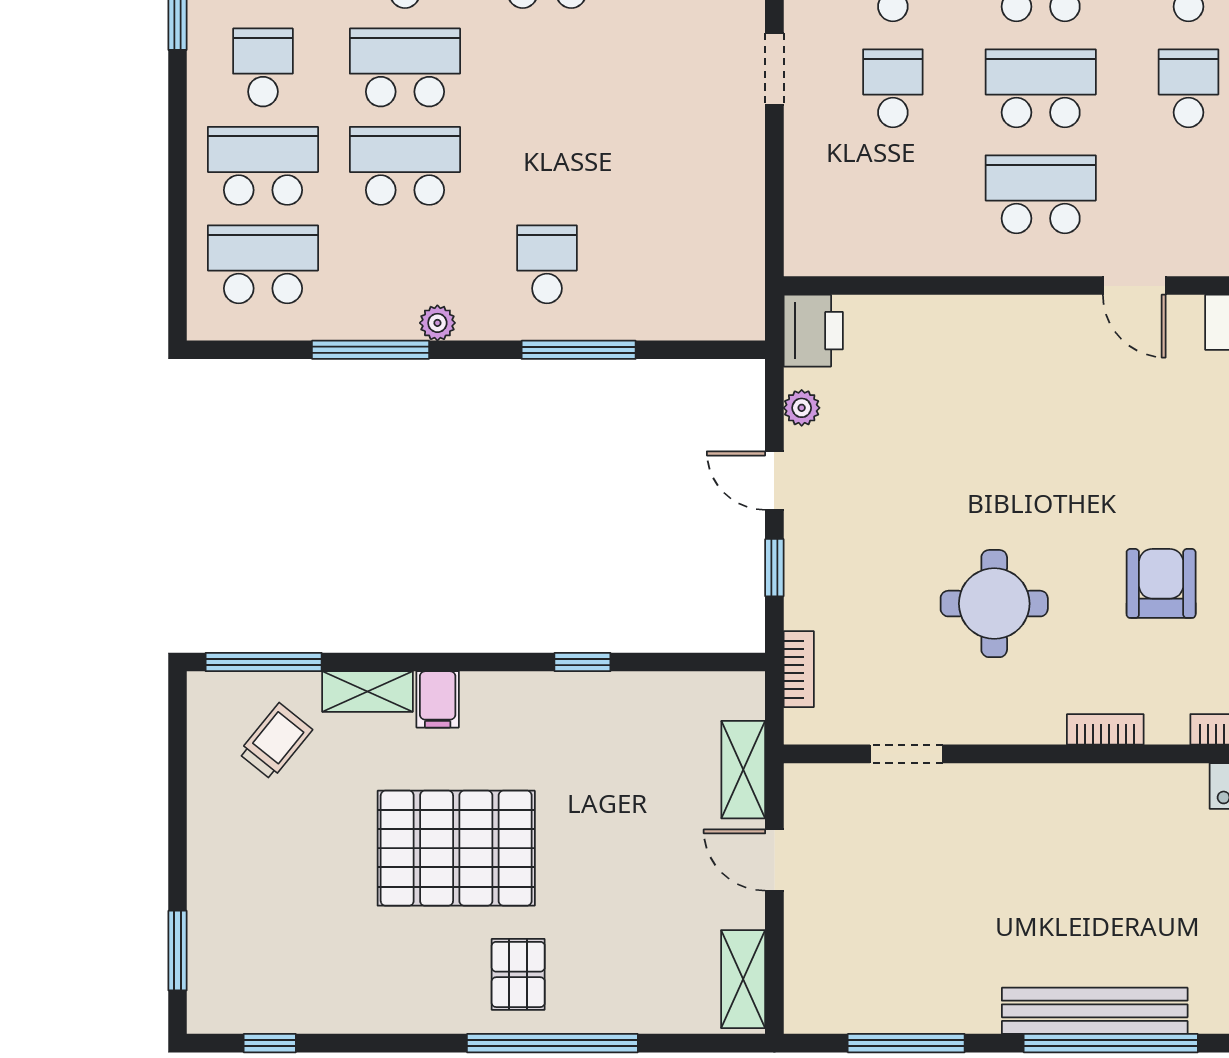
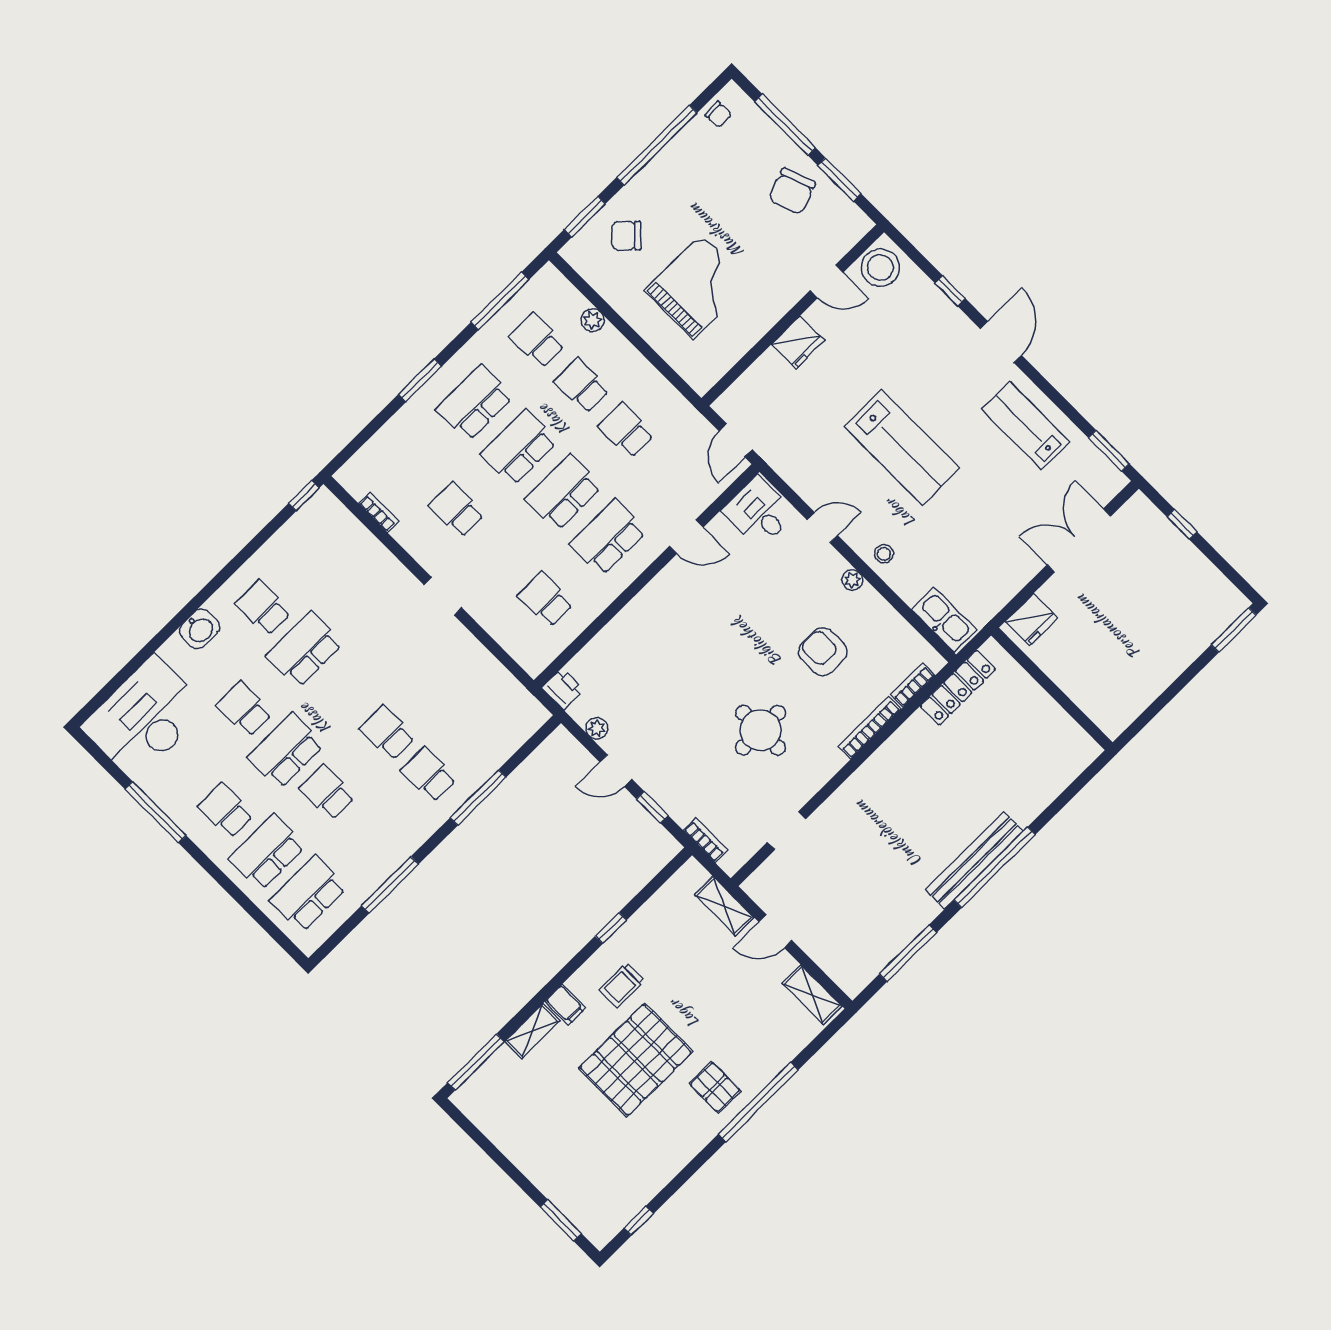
school desk: (893, 88) -> (546, 600), moved
school desk: (405, 166) -> (327, 793), width x0.54
school desk: (547, 166) -> (387, 733), added
plant: (437, 323) -> (407, 845), removed
printer: (813, 331) -> (563, 689), width x0.73, depth x0.81
bookcase: (1105, 729) -> (870, 728), width x1.56
trolley: (275, 741) -> (622, 985), moved, turned -129

